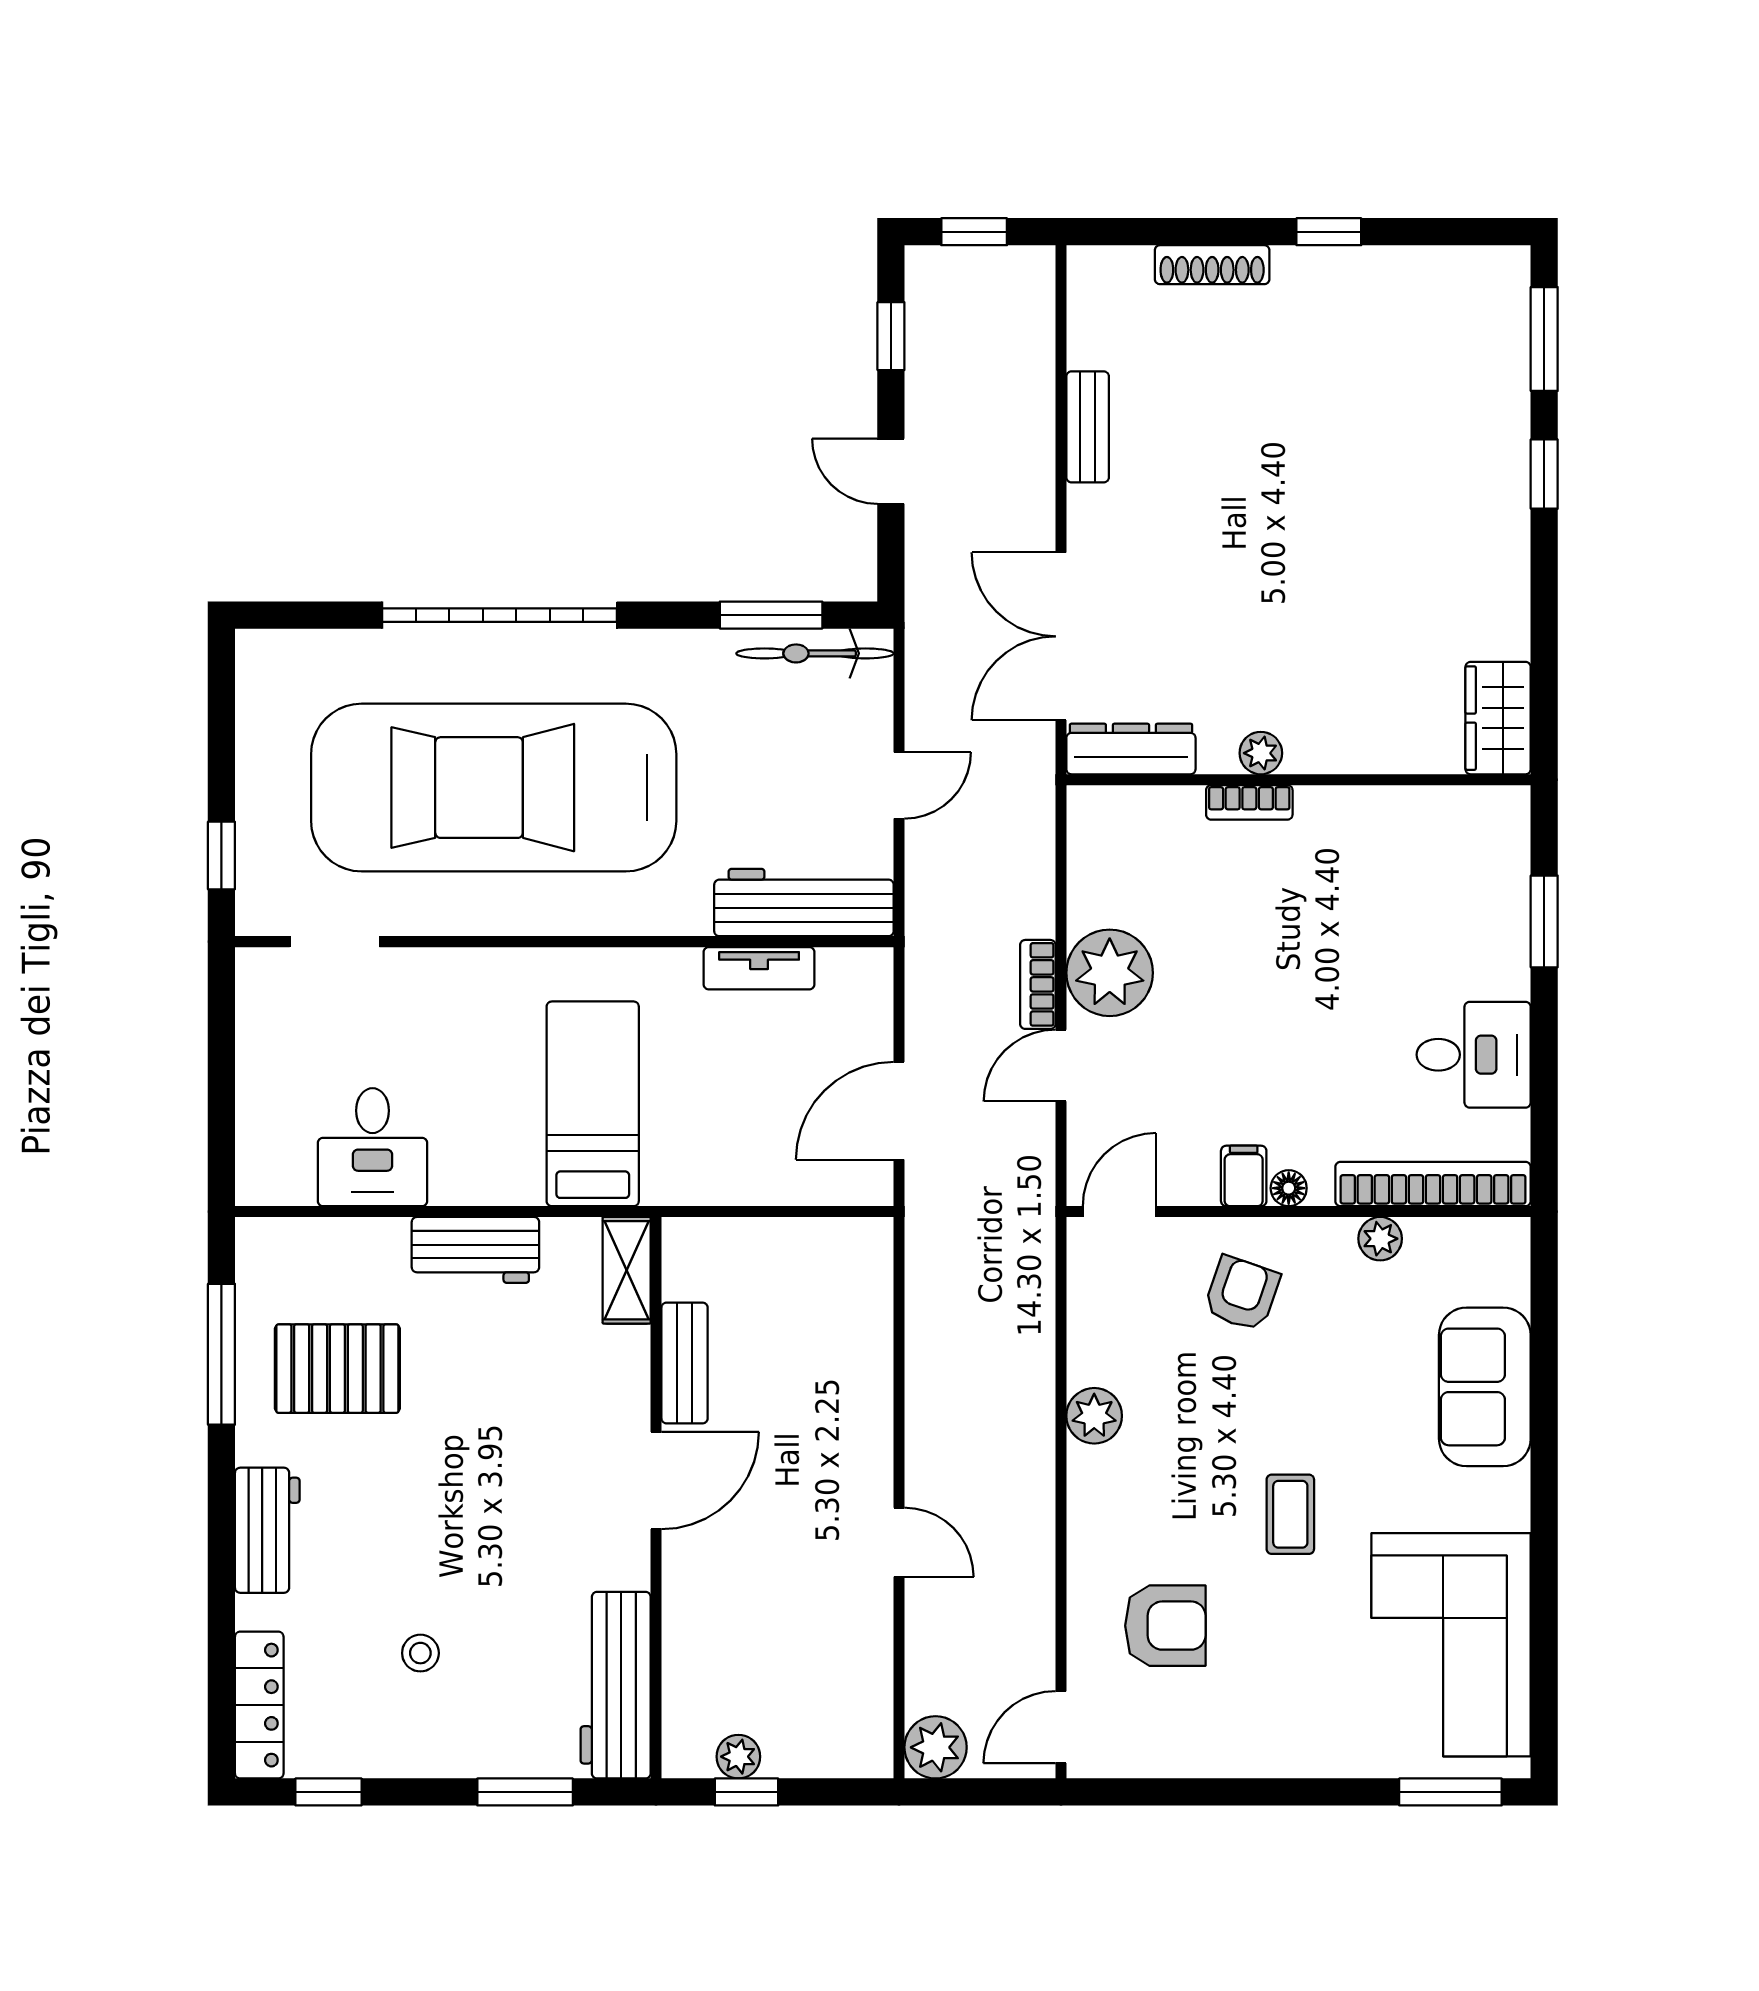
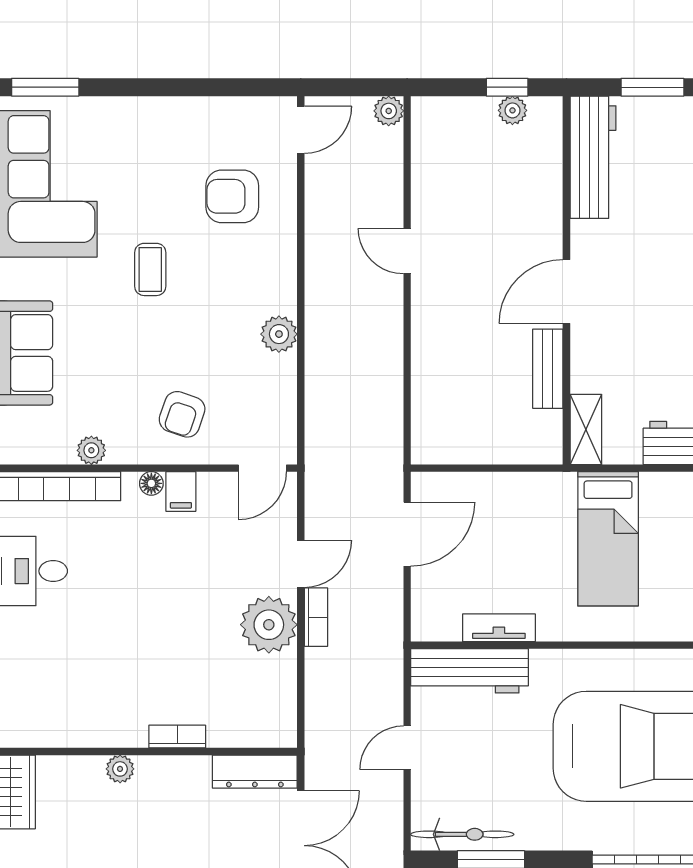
plant: (1261, 753) -> (120, 769), moved
plant: (936, 1747) -> (389, 111), width x0.73, depth x0.73

